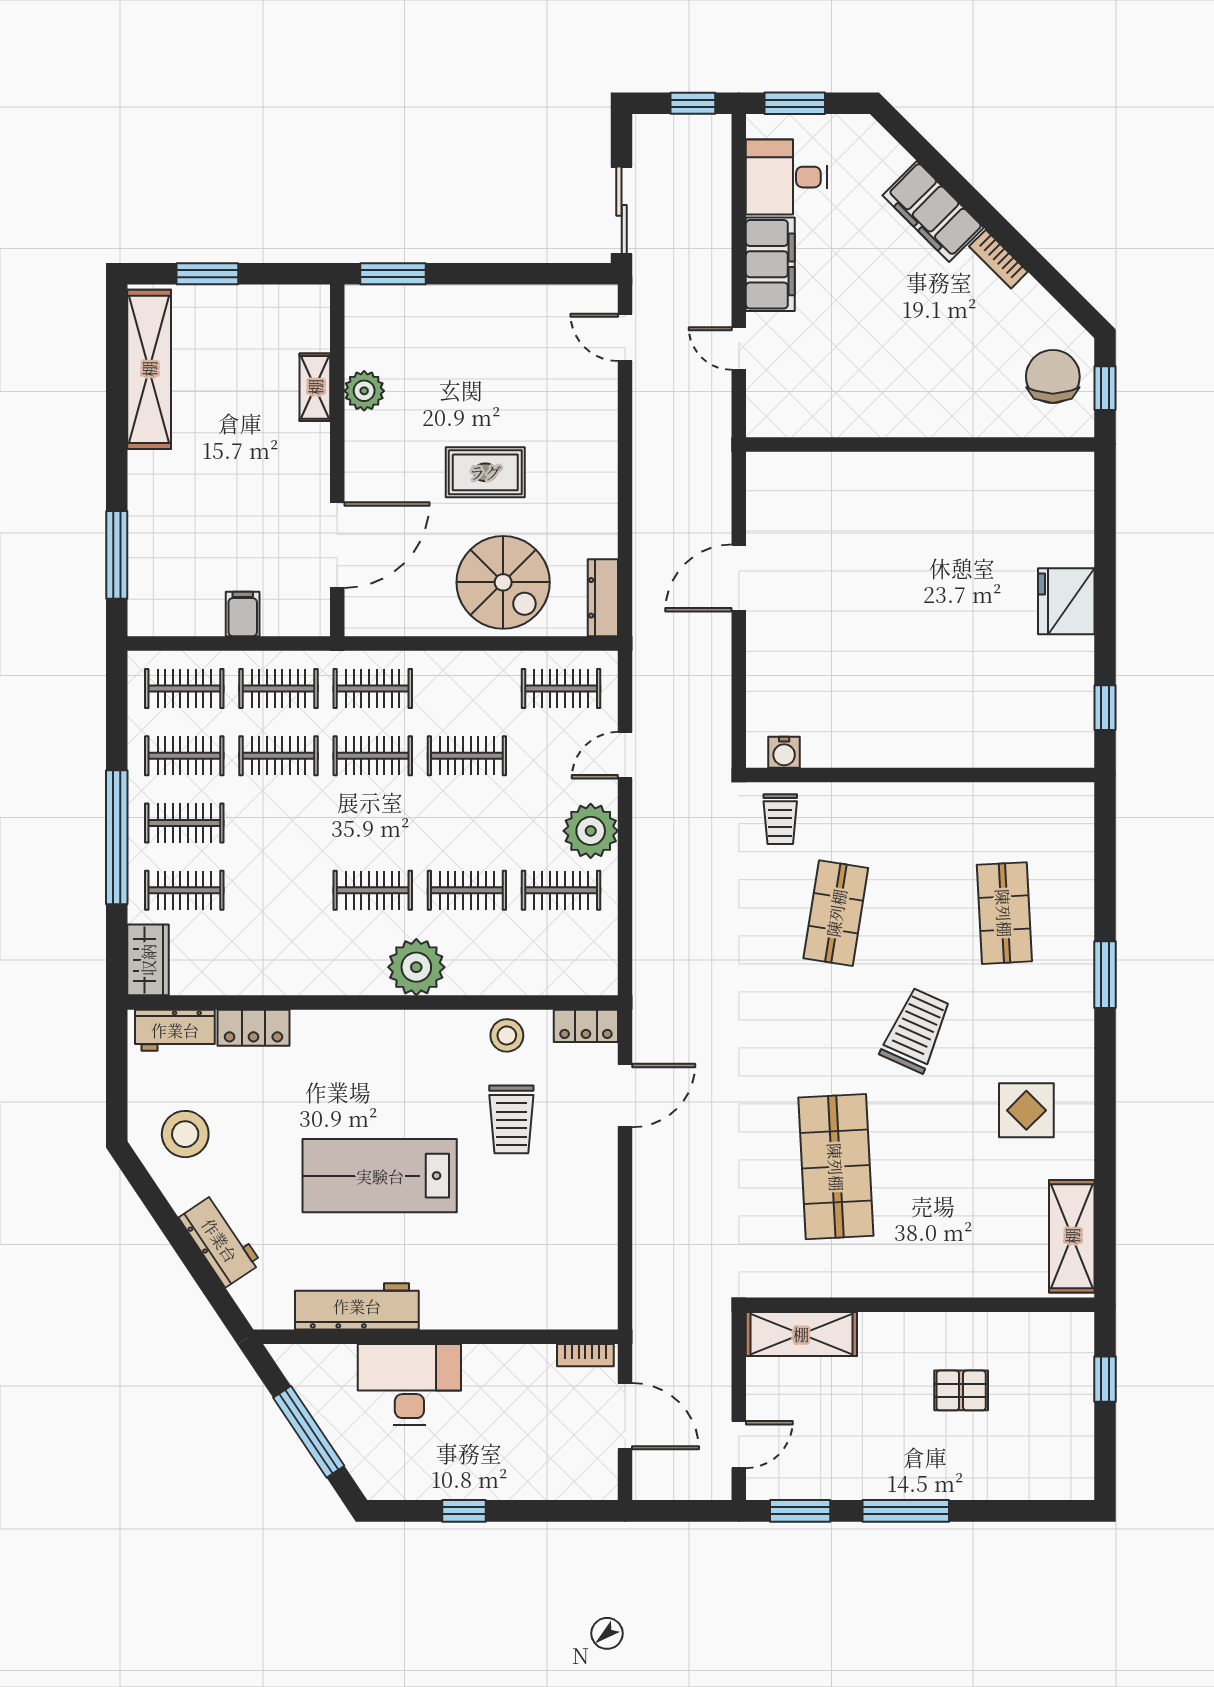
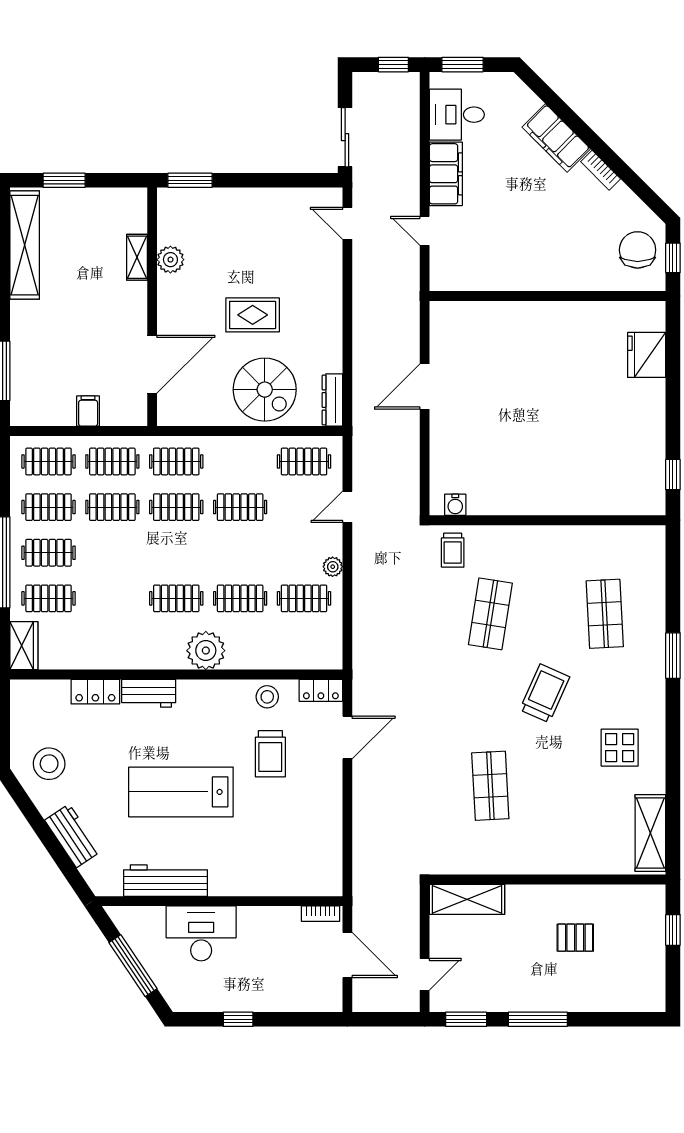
fridge: (1066, 601) -> (647, 355), moved
plant: (591, 831) -> (333, 567), width x0.53, depth x0.53
workbench: (175, 1030) -> (149, 693), moved
shop shelf: (836, 1167) -> (490, 786), width x0.70, depth x0.74

